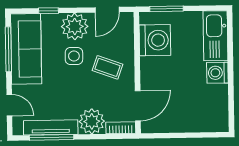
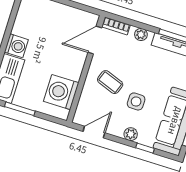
window: (166, 9) -> (20, 109), moved
plant: (75, 26) -> (131, 134), width x0.53, depth x0.53
plant: (92, 121) -> (141, 35), width x0.53, depth x0.53

